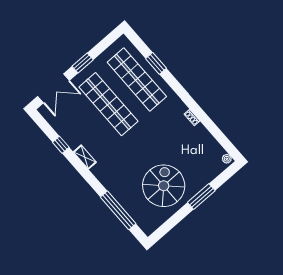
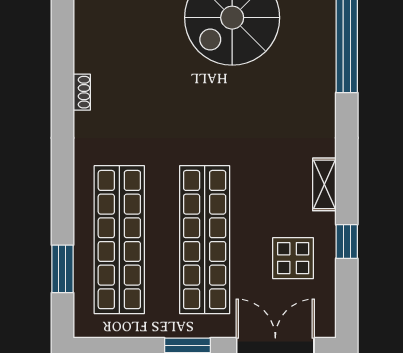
window: (156, 63) -> (62, 269), moved
display table: (74, 124) -> (293, 258), added

